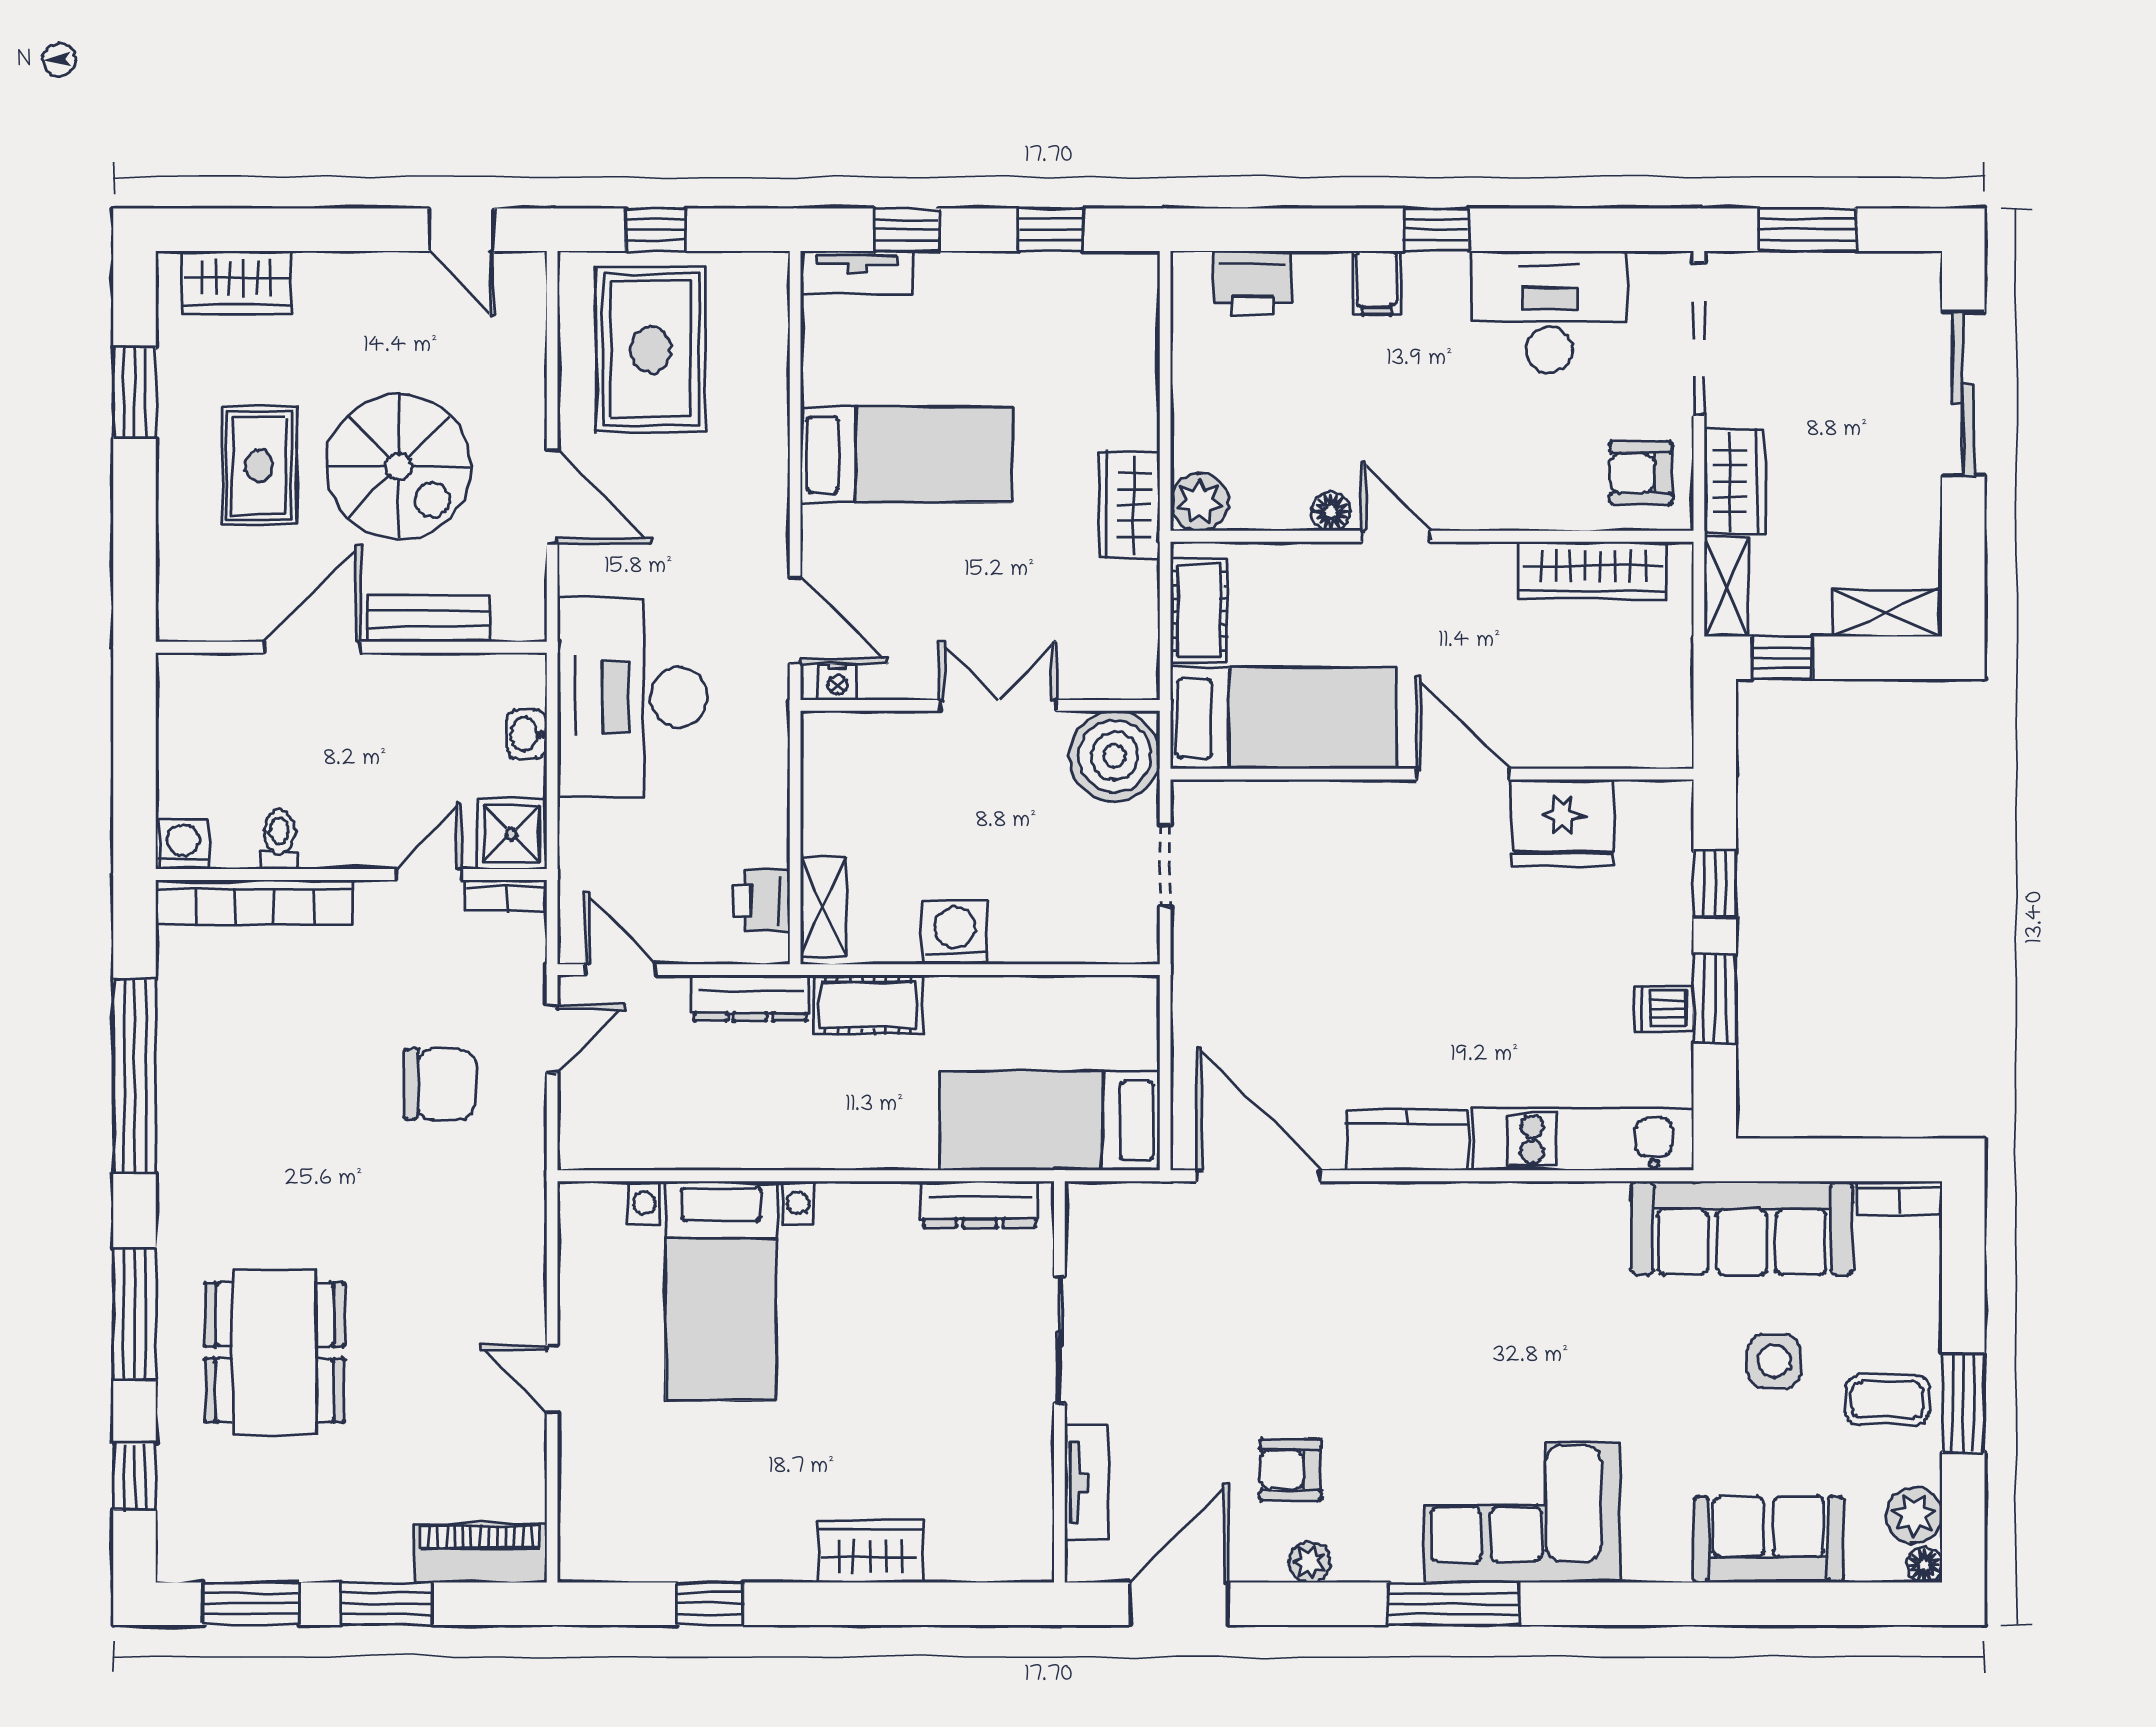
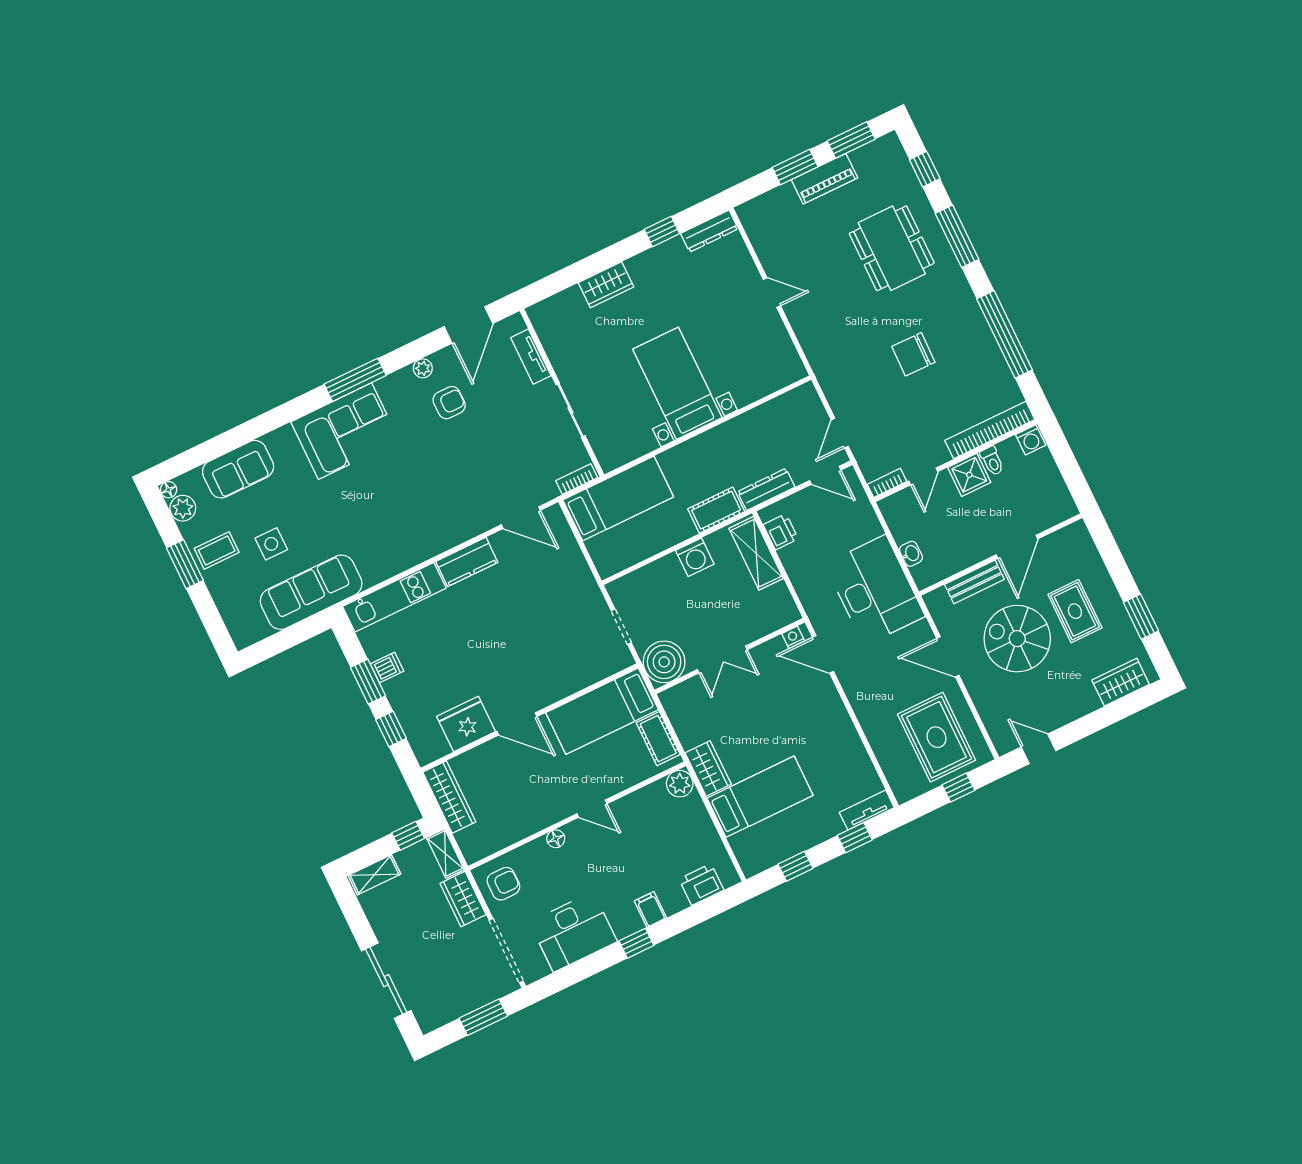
bed: (906, 455) -> (760, 797), moved, turned 180
floor lamp: (1331, 512) -> (556, 839), moved
wardrobe: (1593, 570) -> (449, 797), moved, turned 90
shower: (511, 834) -> (969, 475), moved
shelving: (823, 907) -> (756, 553), width x1.50, depth x1.33
chair: (439, 1084) -> (913, 354), moved
door: (1259, 1176) -> (521, 518), width x0.73
bookcase: (1899, 1198) -> (577, 479), moved
dresser: (980, 1204) -> (709, 231), moved, turned 180
bed with nightstands: (721, 1291) -> (677, 383), moved
piano: (480, 1553) -> (824, 179), moved

